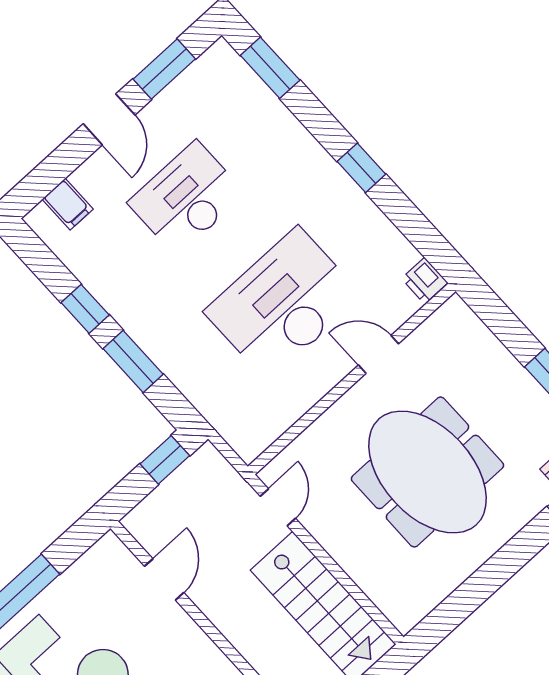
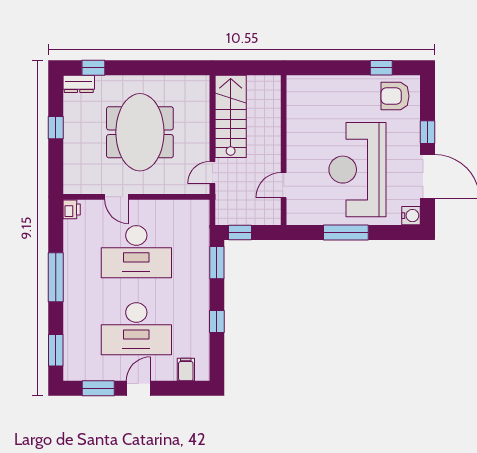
window: (361, 168) -> (56, 277), width x2.17
desk: (187, 198) -> (136, 329), width x1.36, depth x1.30
window: (133, 361) -> (217, 263), moved

